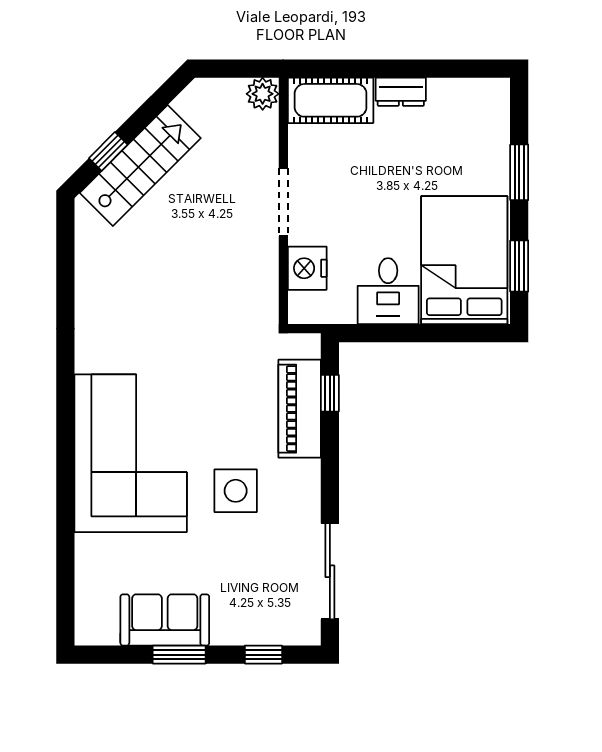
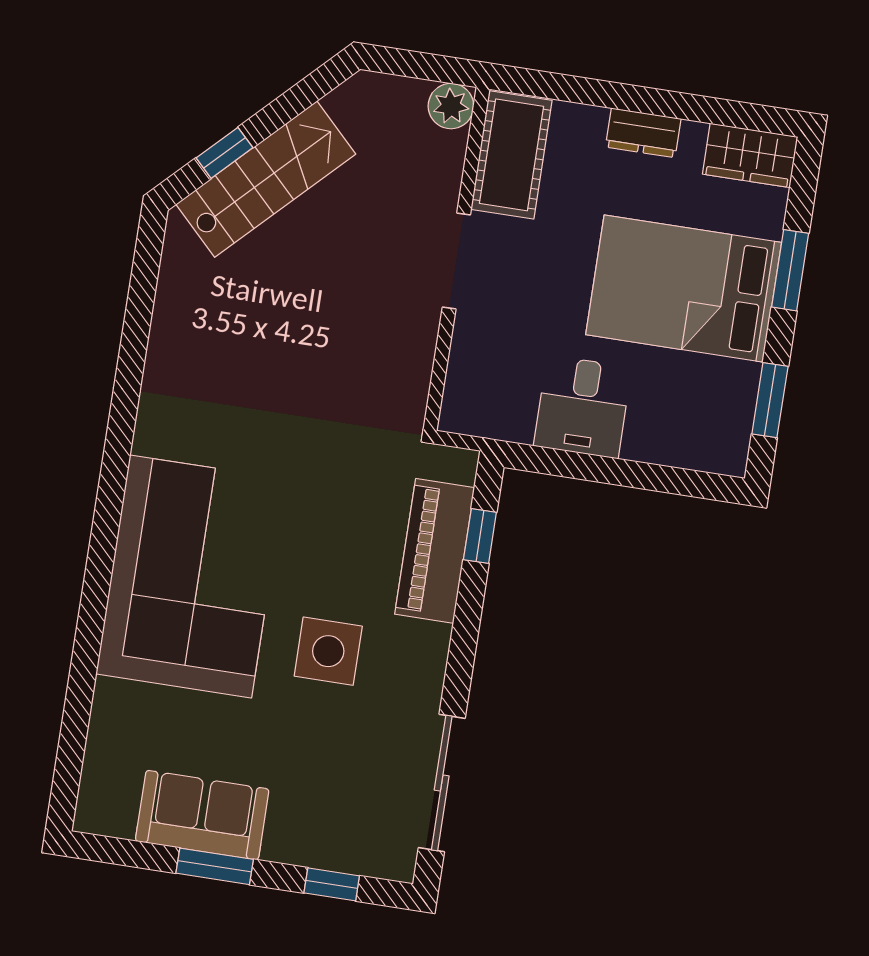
wardrobe: (479, 96) -> (750, 155), added
cot: (331, 100) -> (511, 155), moved, turned 90
bed: (464, 260) -> (684, 289), moved, turned -90
nightstand: (307, 268) -> (475, 358), removed

